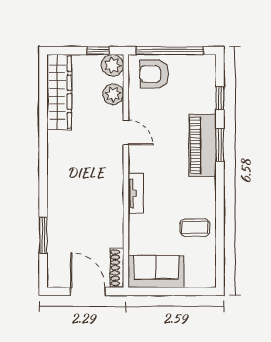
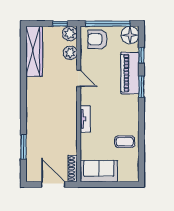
floor lamp: (203, 68) -> (130, 35), added
piano: (203, 145) -> (130, 73), moved

